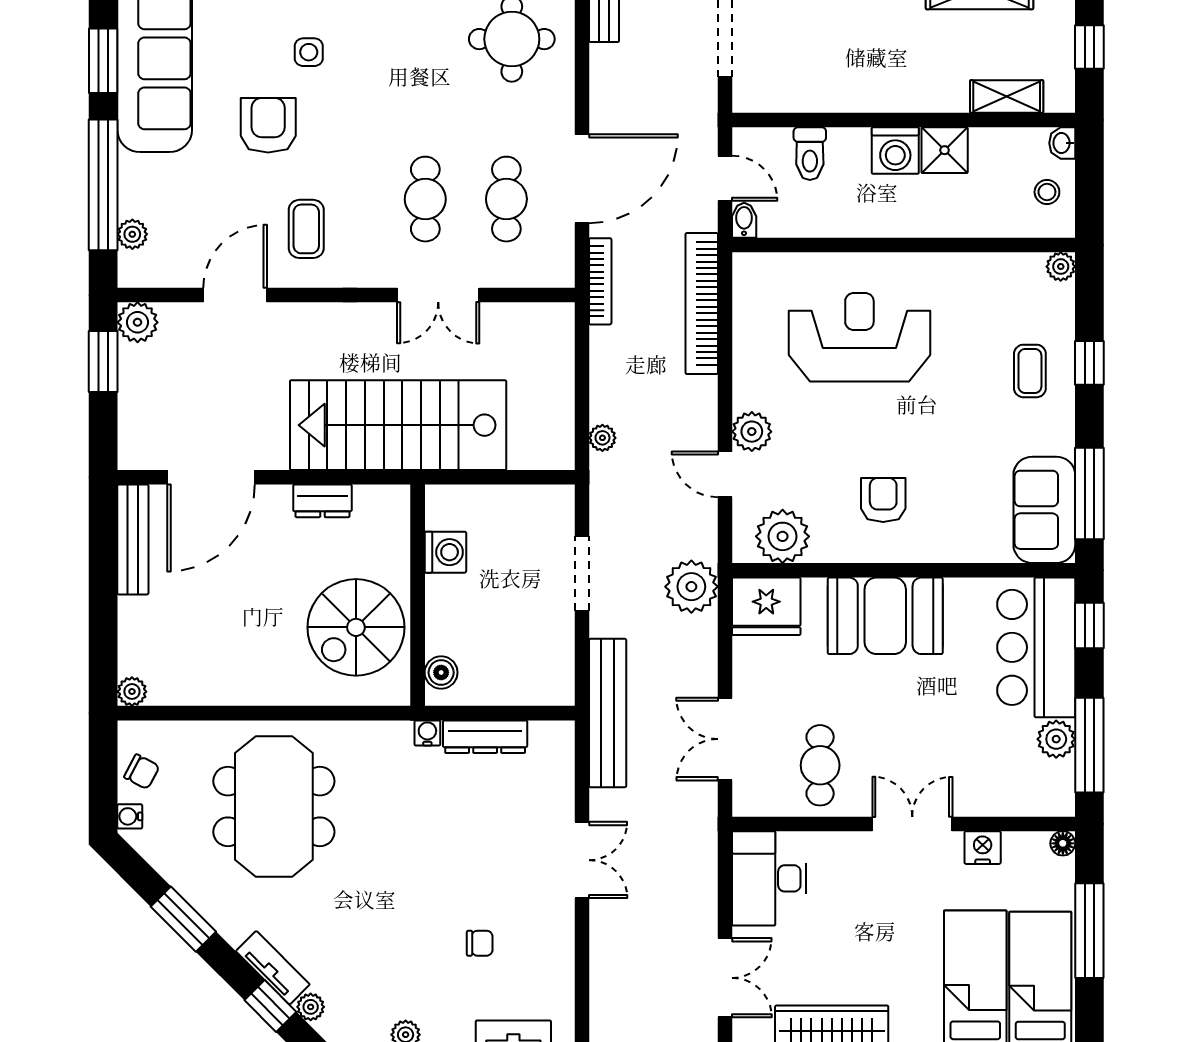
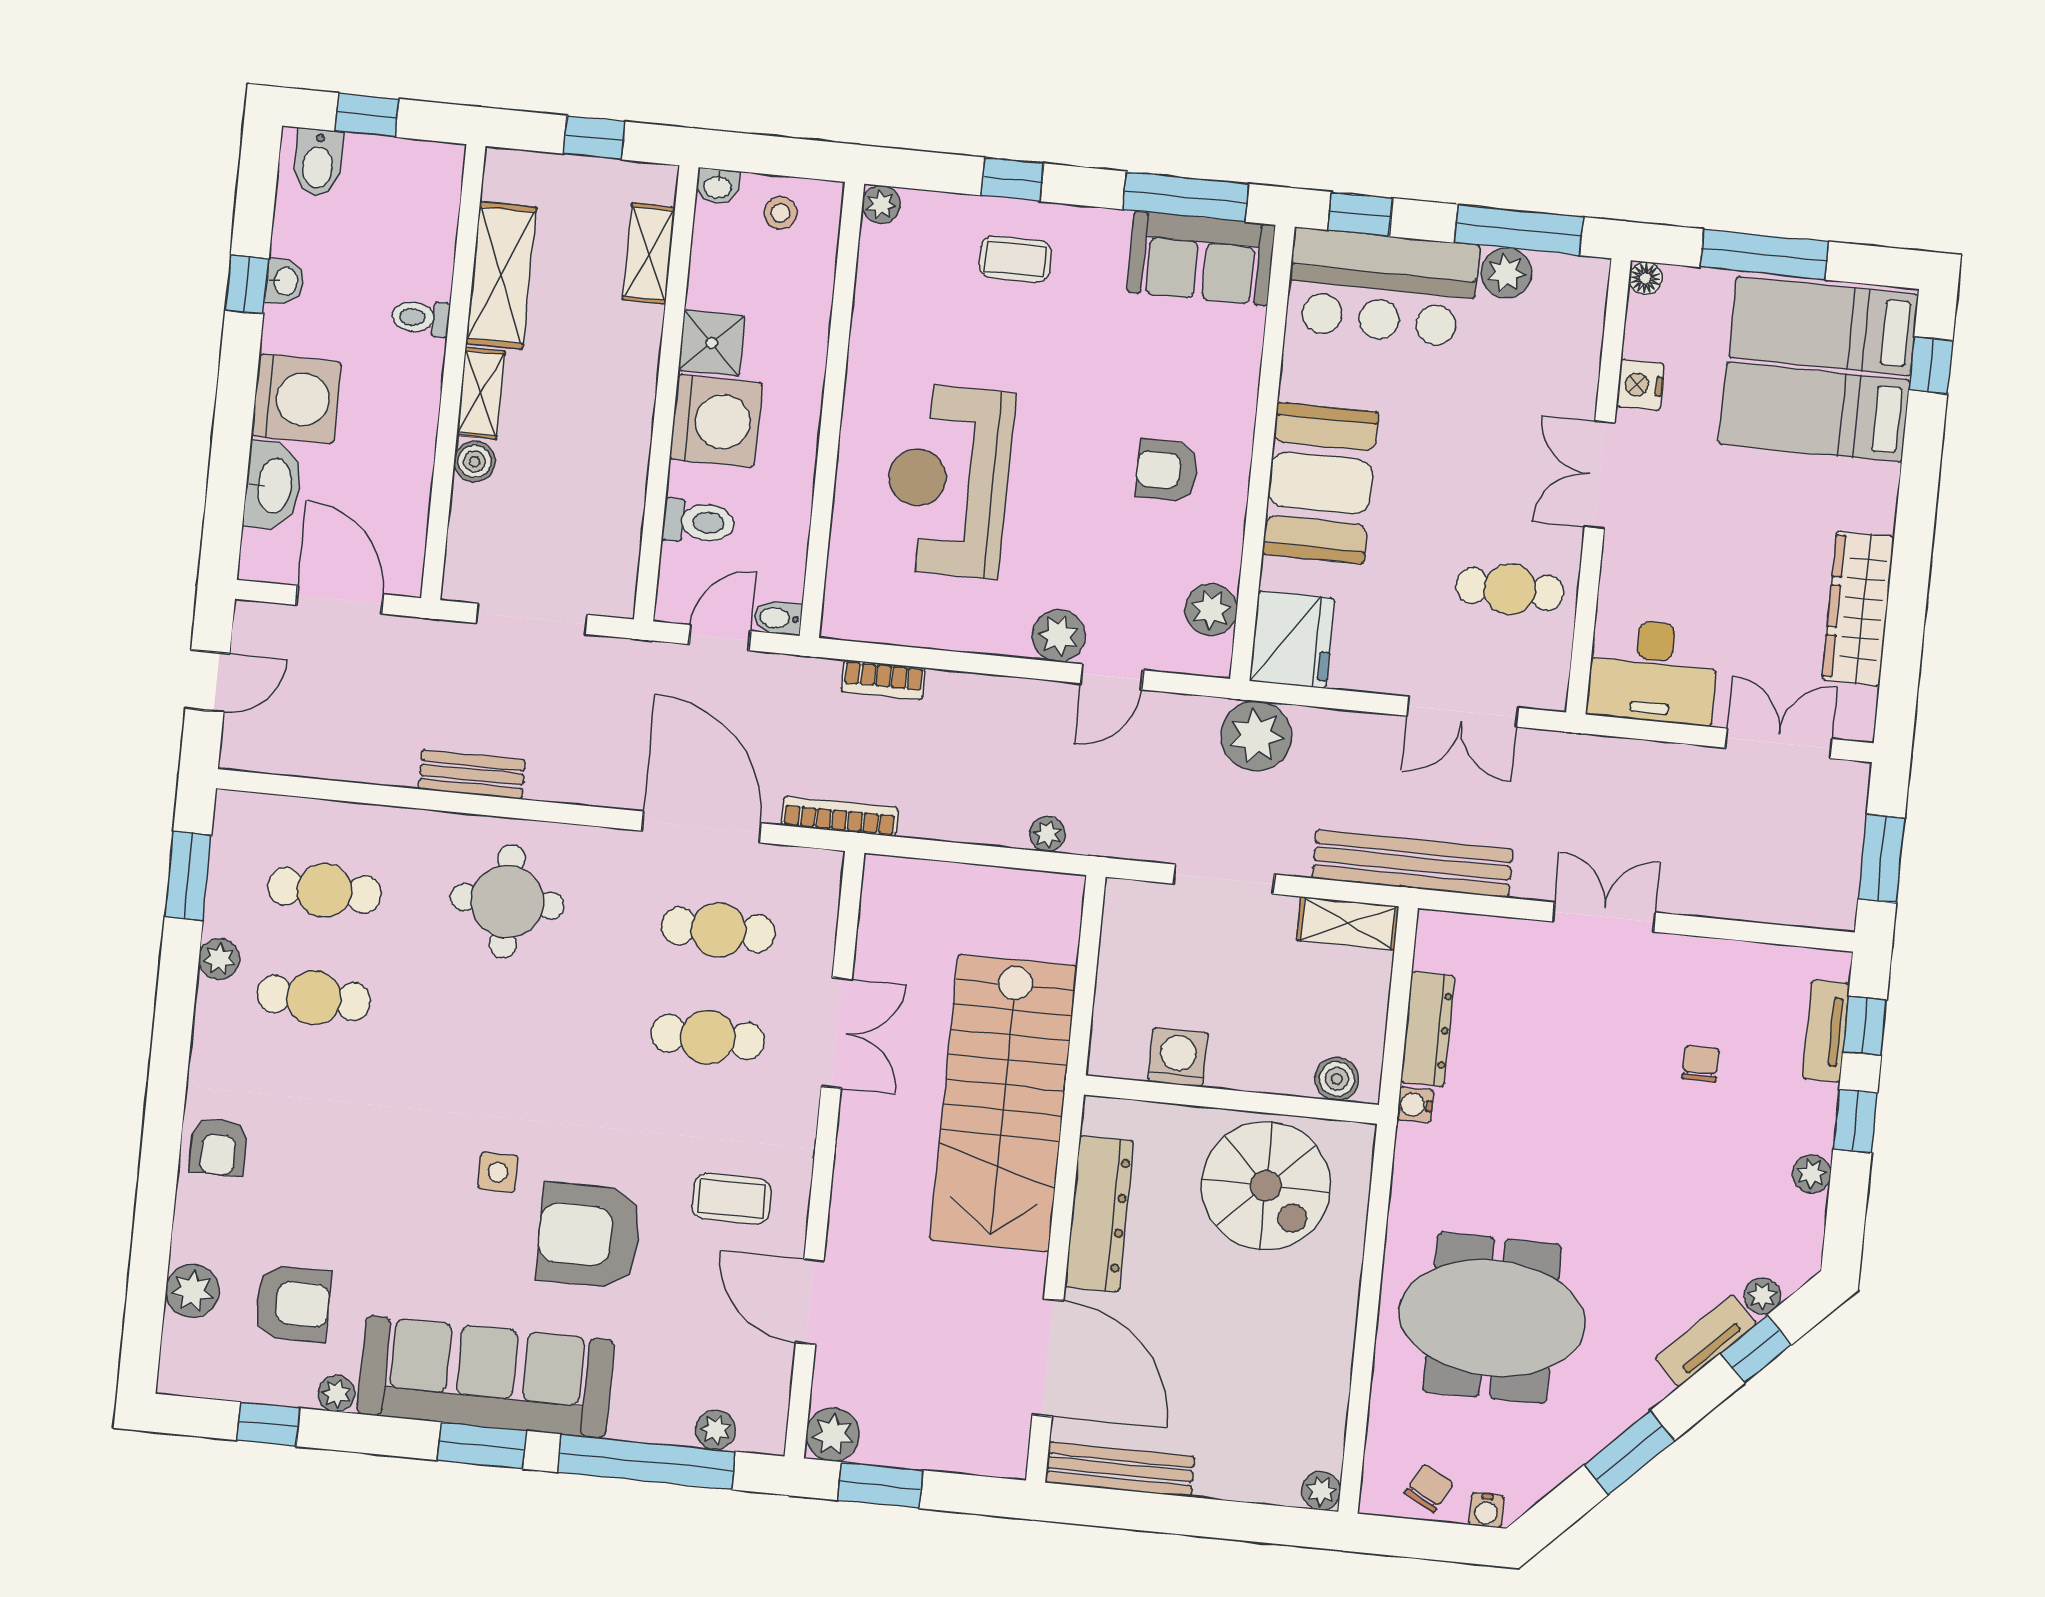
armchair: (268, 125) -> (589, 1236), width x1.36, depth x1.36
washing machine: (895, 151) -> (716, 421), width x1.37, depth x1.37
bookcase: (702, 304) -> (883, 680), width x0.43, depth x0.76
dresser: (322, 501) -> (1099, 1214), width x1.96, depth x1.24
plant: (783, 536) -> (1211, 610), width x0.73, depth x0.73
shelving: (558, 669) -> (1348, 923), added

